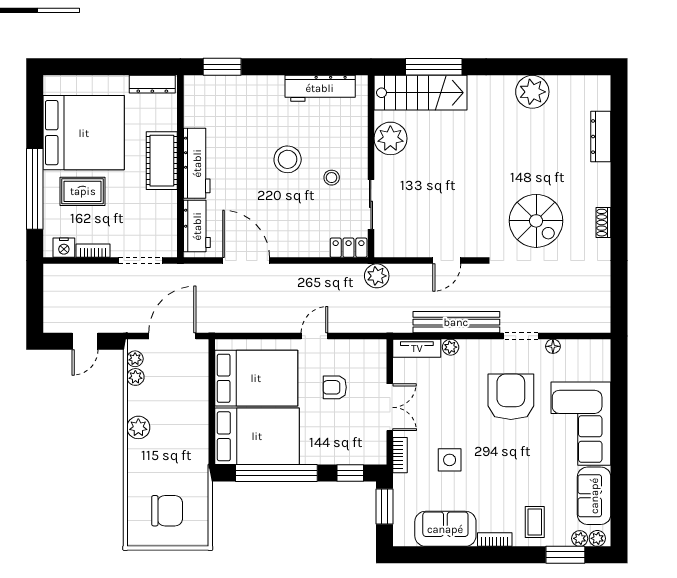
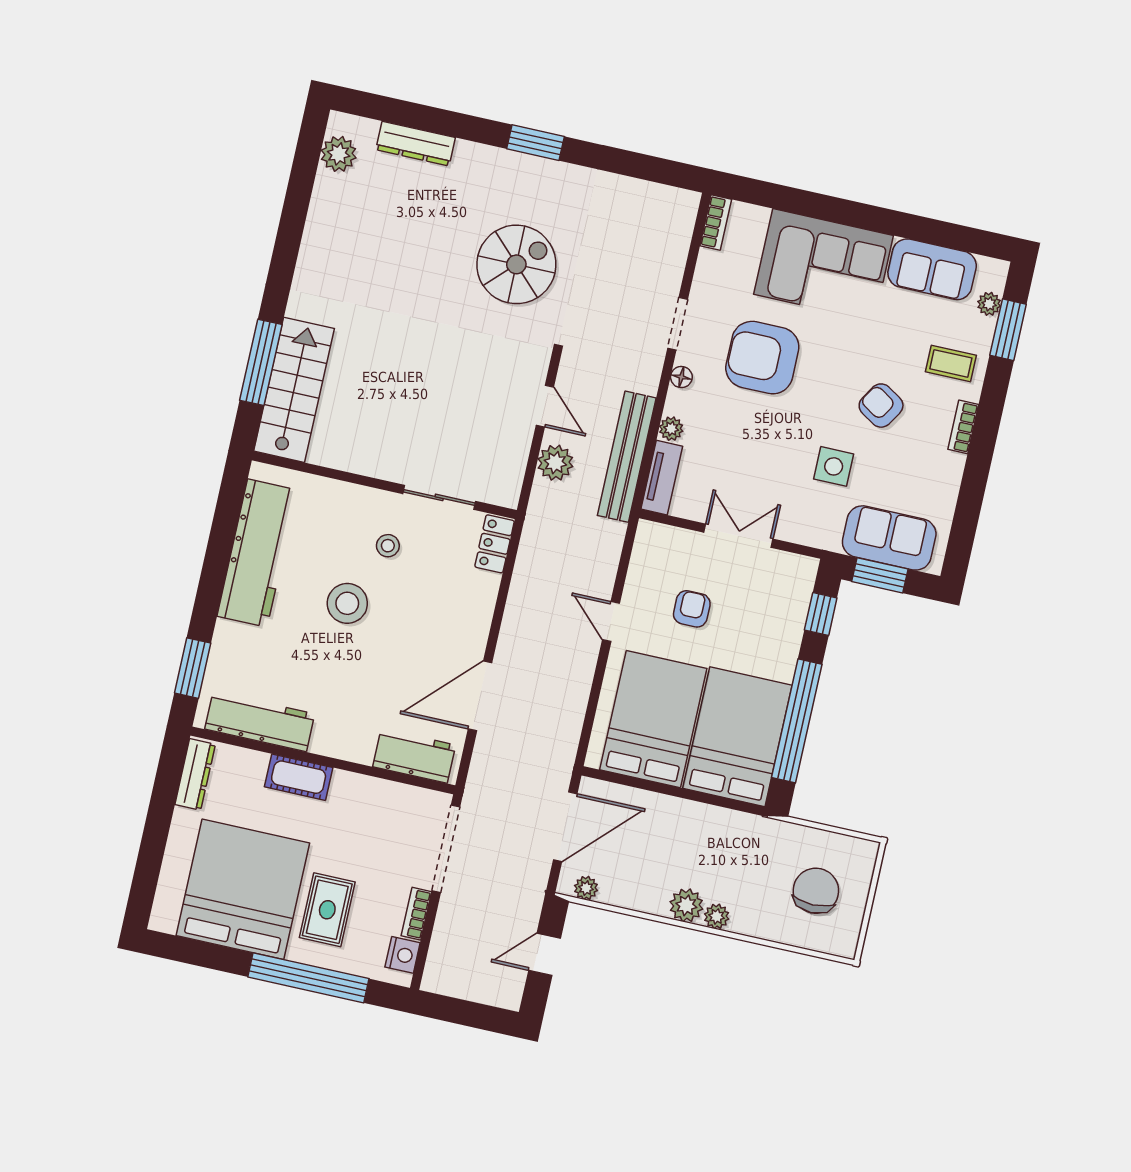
workbench: (320, 88) -> (257, 553), width x1.36, depth x1.32
plant: (532, 92) -> (339, 154), moved, width x0.73, depth x0.73
plant: (390, 138) -> (350, 448), removed
cot: (162, 161) -> (299, 777), width x0.73, depth x0.75
workbench: (197, 163) -> (260, 721), moved
window: (619, 216) -> (535, 143), added
shoe rack: (603, 223) -> (540, 168), removed
doorway: (140, 261) -> (446, 849), width x1.36
plant: (377, 276) -> (555, 463), moved
bench: (456, 322) -> (627, 457), moved
door: (172, 336) -> (565, 827), swing flipped
door: (85, 341) -> (545, 954), swing flipped
floor lamp: (553, 346) -> (681, 377), moved
plant: (135, 377) -> (717, 916), moved
armchair: (335, 387) -> (692, 609), turned 180
bookcase: (400, 455) -> (716, 222), moved, turned 90
armchair: (497, 482) -> (881, 406), added
sofa: (445, 529) -> (889, 538), moved, turned 90
plant: (597, 538) -> (995, 278), removed

